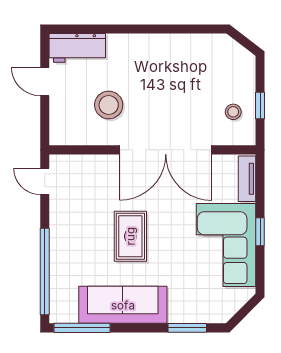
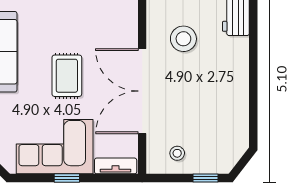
window: (260, 106) -> (205, 178), moved
rug: (130, 236) -> (67, 76), moved, turned 90

